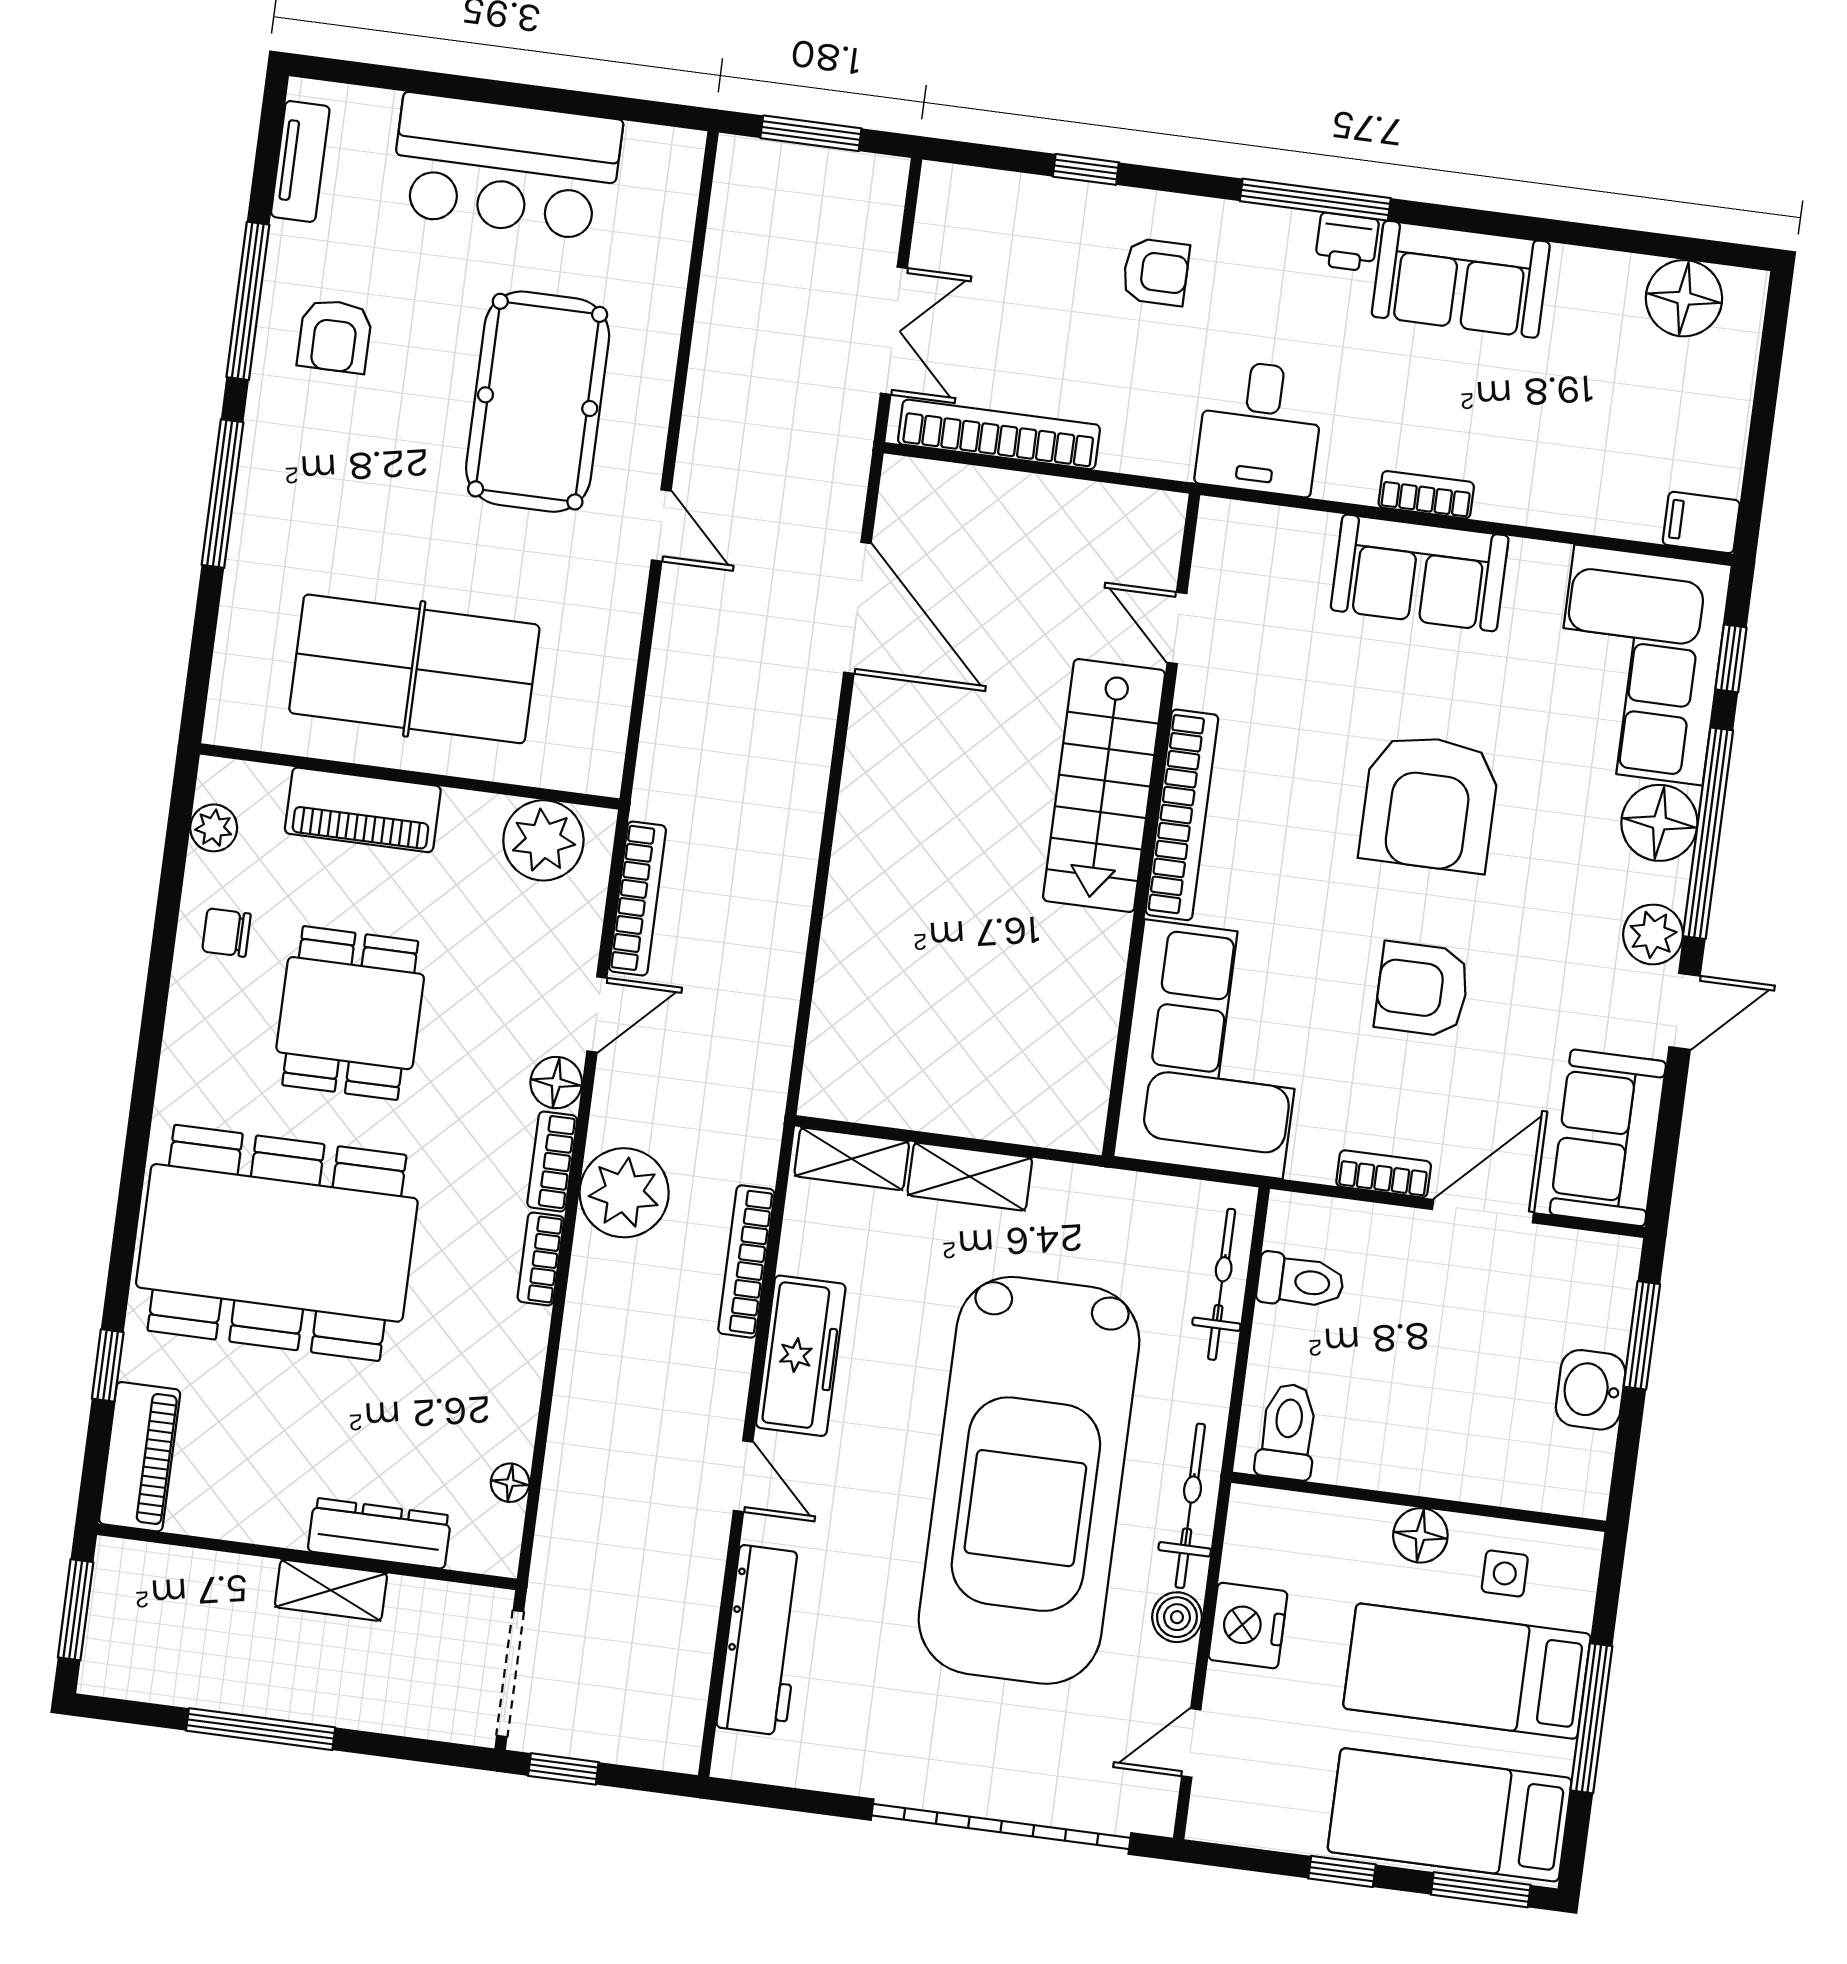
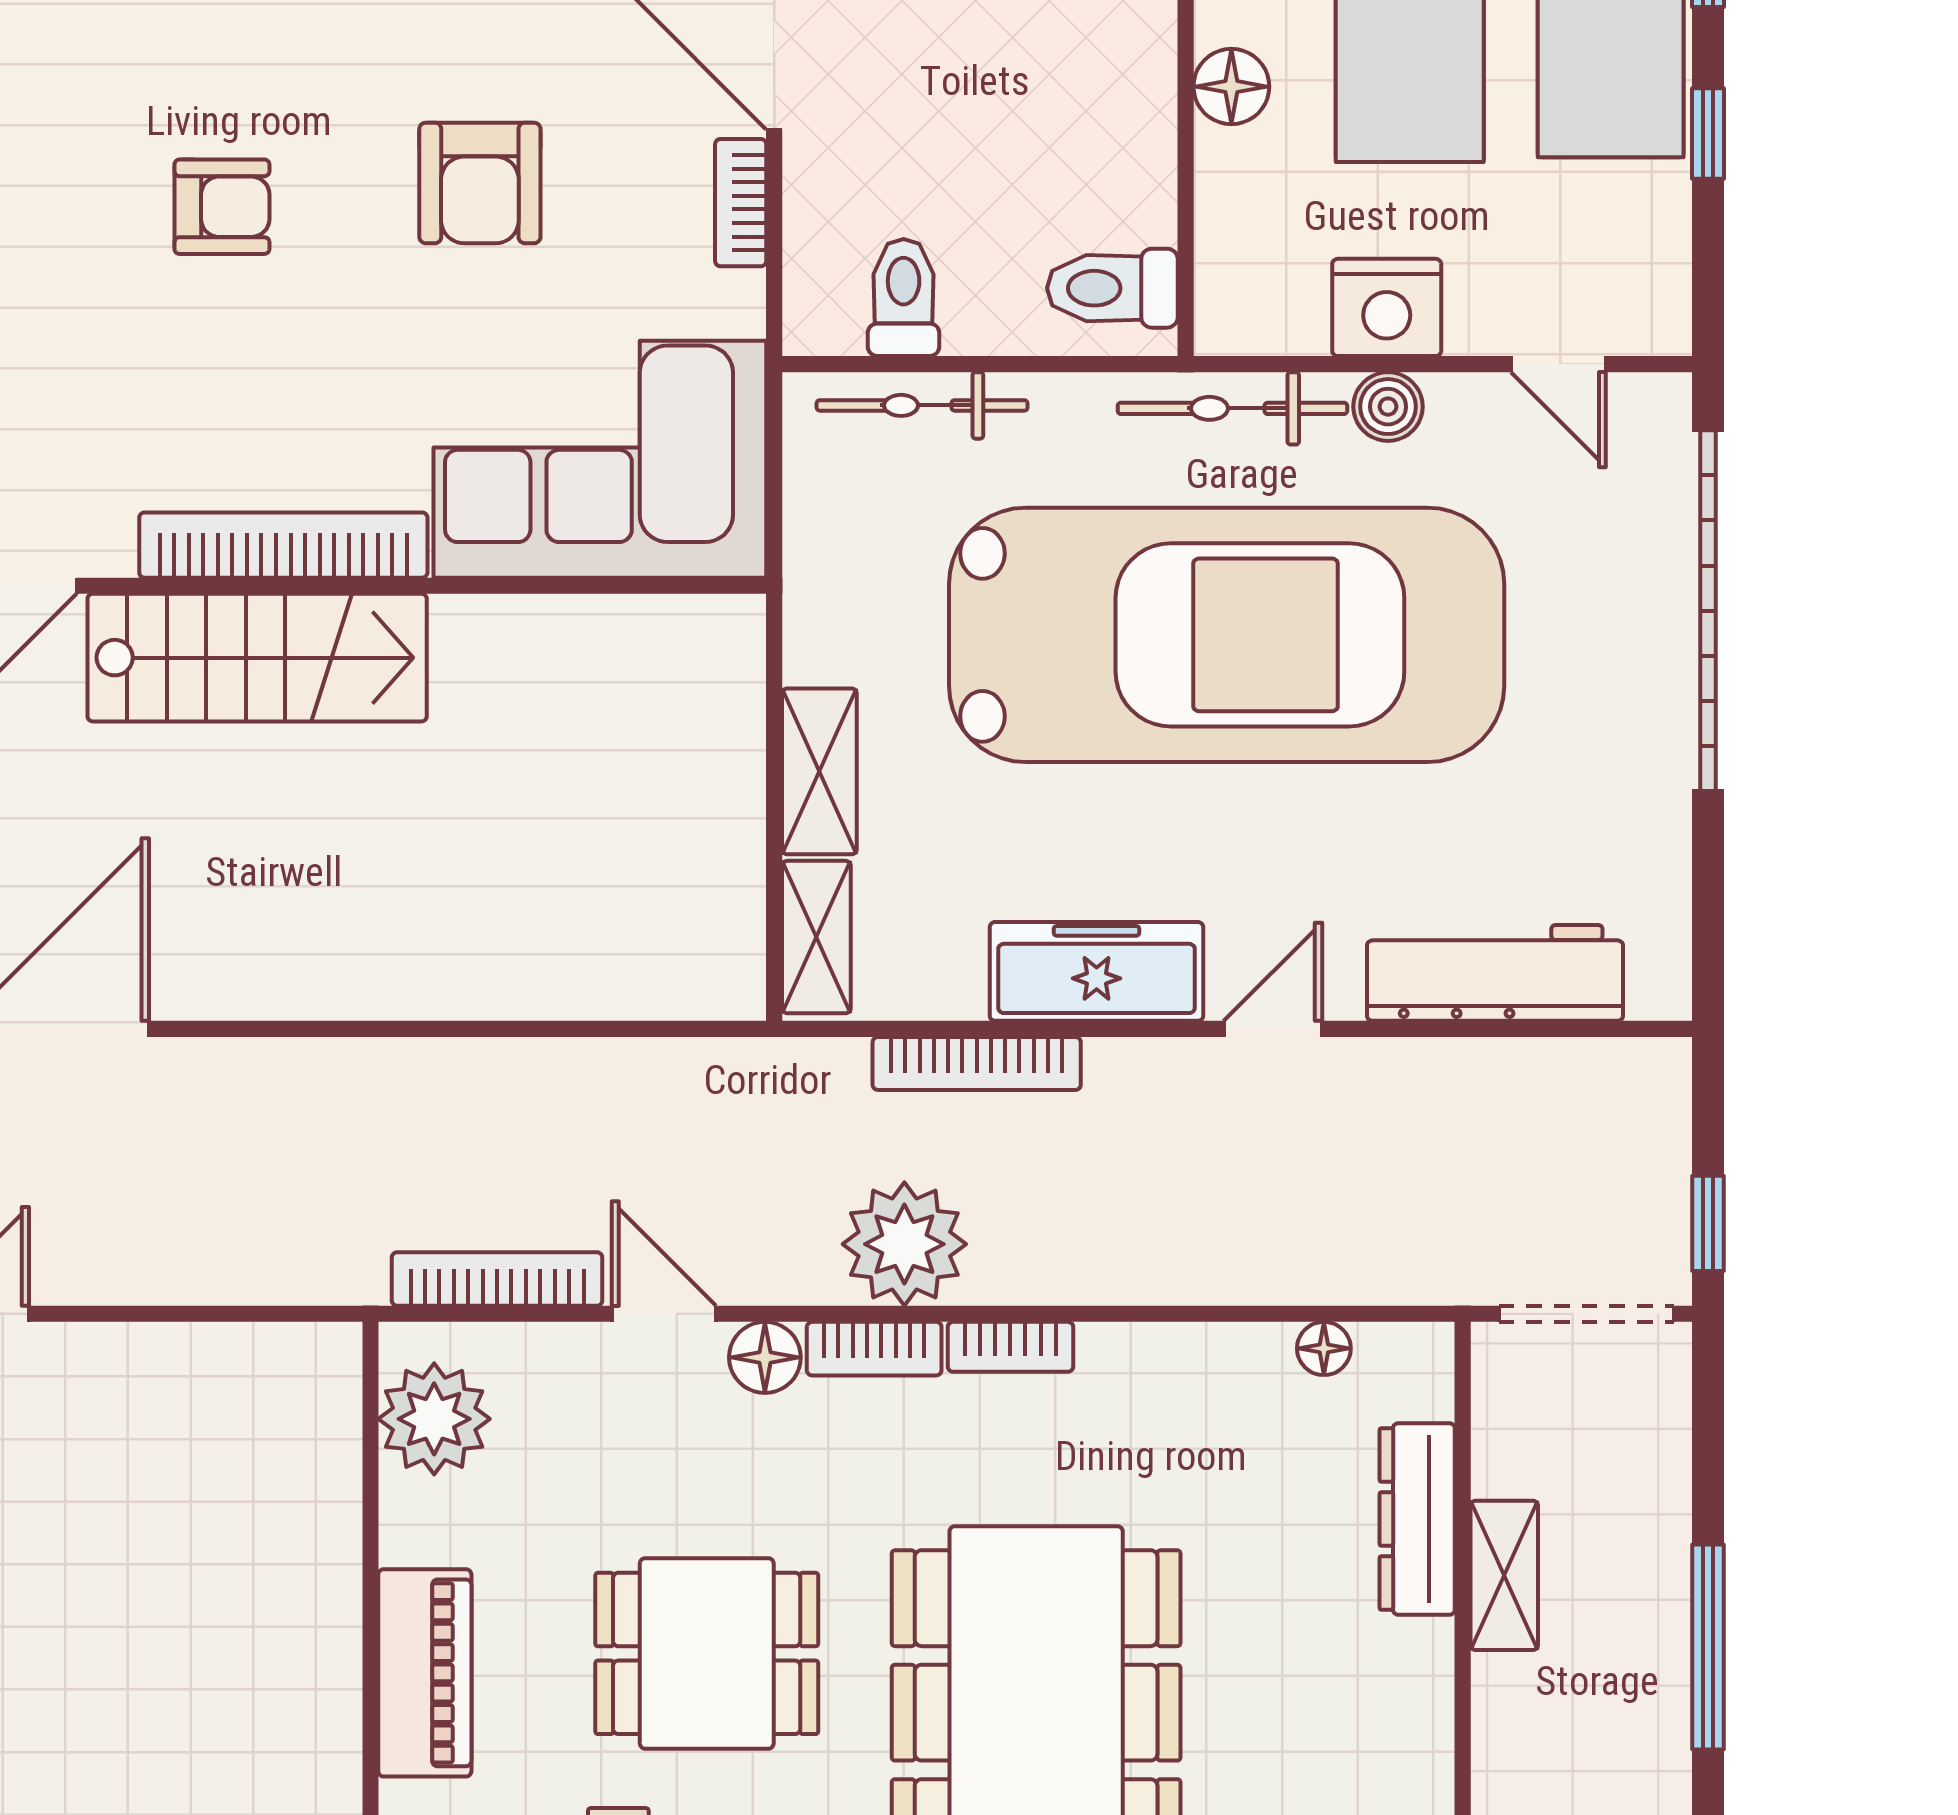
table tennis table: (414, 669) -> (222, 1628), removed
armchair: (1429, 803) -> (222, 207), width x0.53, depth x0.53

